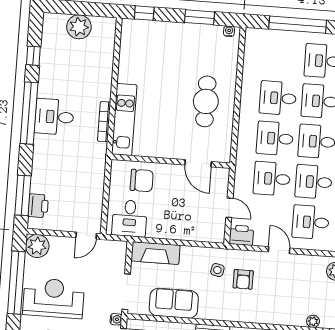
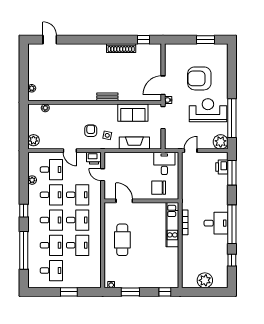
window: (298, 25) -> (69, 292), width x0.47
fireplace: (156, 253) -> (134, 143), moved
reception desk: (54, 298) -> (208, 110), turned 180

